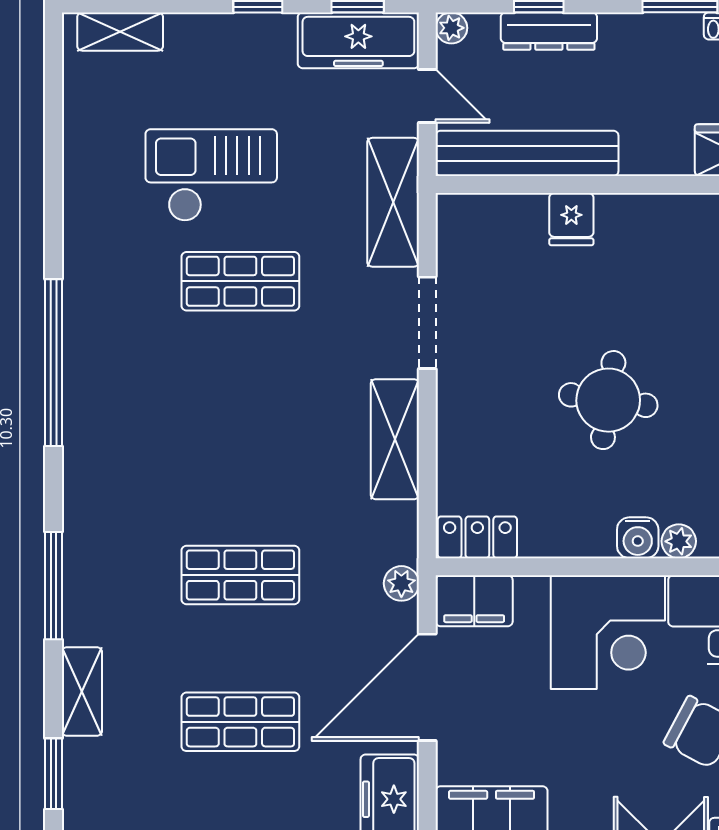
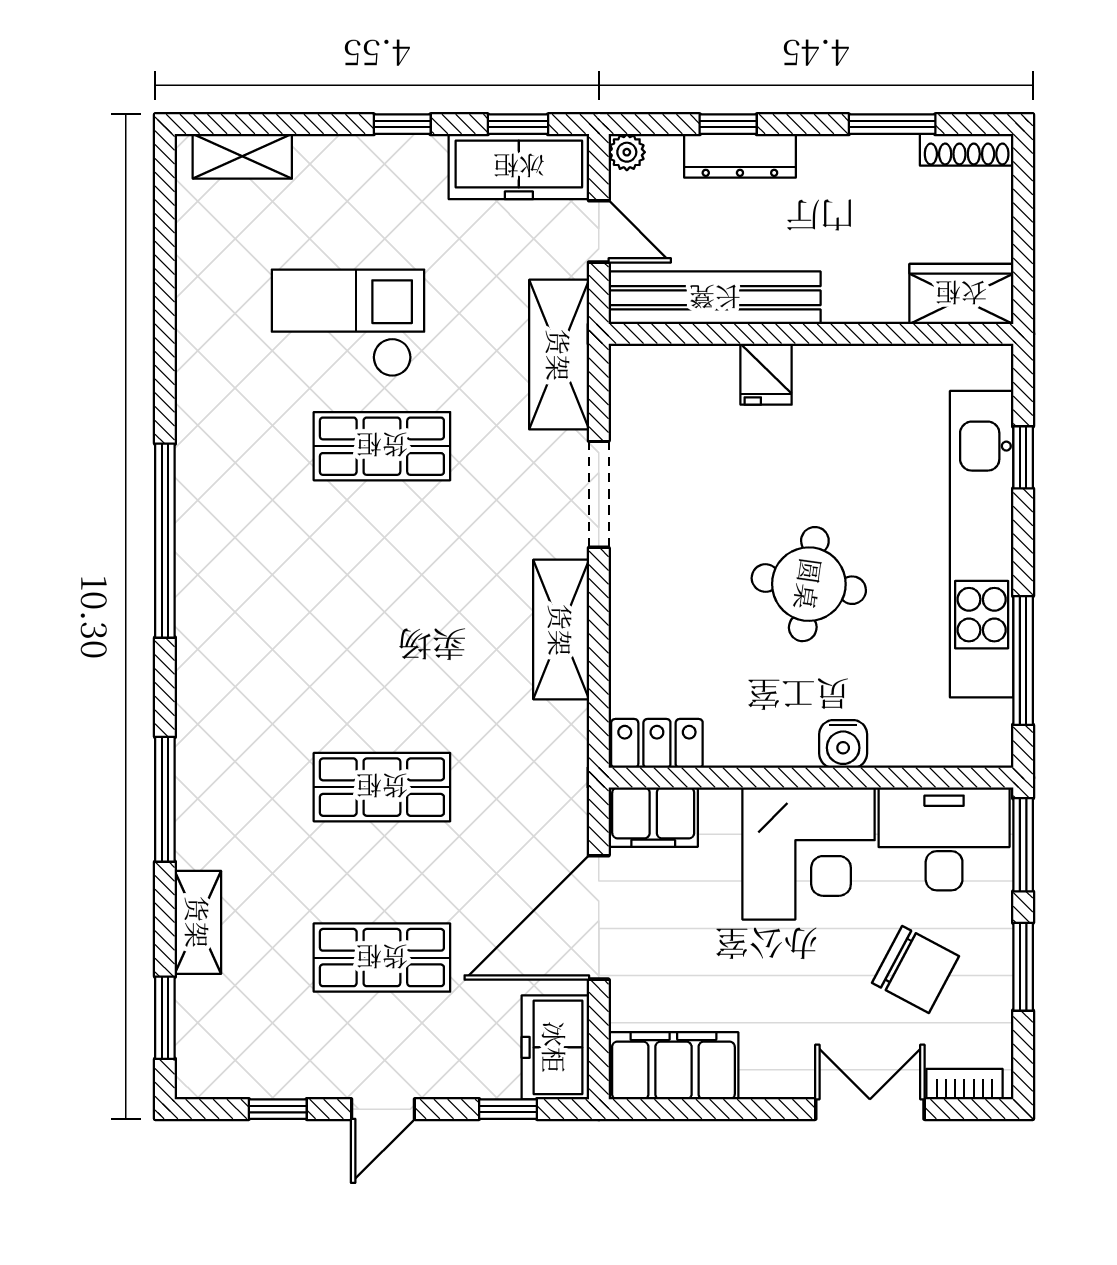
plant: (679, 541) -> (891, 748), removed
plant: (401, 583) -> (569, 797), removed

